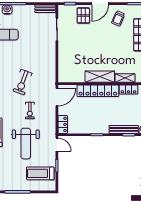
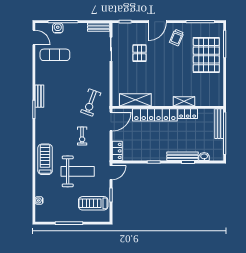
pallet: (83, 15) -> (139, 53), moved
shelving: (100, 77) -> (135, 100), moved
exercise bike: (23, 82) -> (91, 103), moved
weight bench: (26, 144) -> (78, 171), turned -90
door: (57, 145) -> (111, 173), hinge flipped

